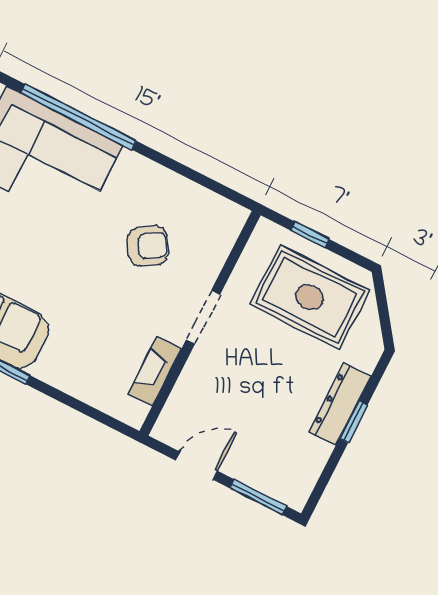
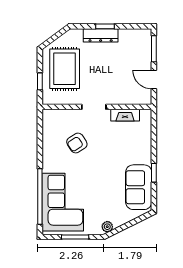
armchair: (148, 246) -> (77, 143), turned -92

